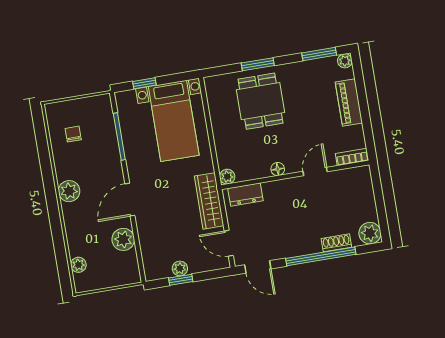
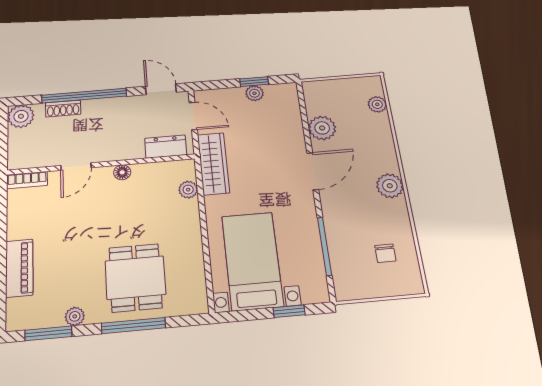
plant: (345, 61) -> (75, 316), moved
window: (258, 64) -> (133, 326), width x1.44
bookcase: (352, 157) -> (27, 180), moved
floor lamp: (278, 169) -> (122, 172), moved
door: (315, 172) -> (76, 167), moved
wall: (295, 175) -> (101, 164), moved
dresser: (245, 194) -> (166, 147), moved

